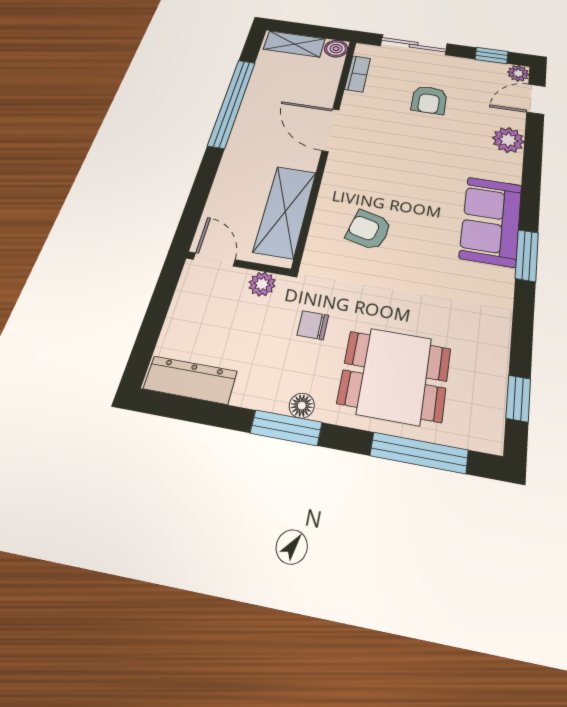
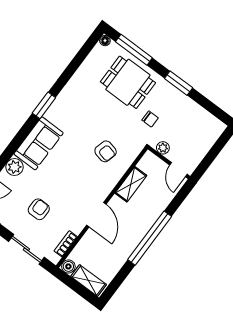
window: (232, 103) -> (150, 238), moved
shelving: (285, 211) -> (131, 184), width x0.67, depth x0.75
sofa: (491, 221) -> (39, 143), moved
dresser: (190, 380) -> (208, 120), removed
window: (518, 398) -> (85, 50), removed
floor lamp: (302, 406) -> (105, 41), moved

